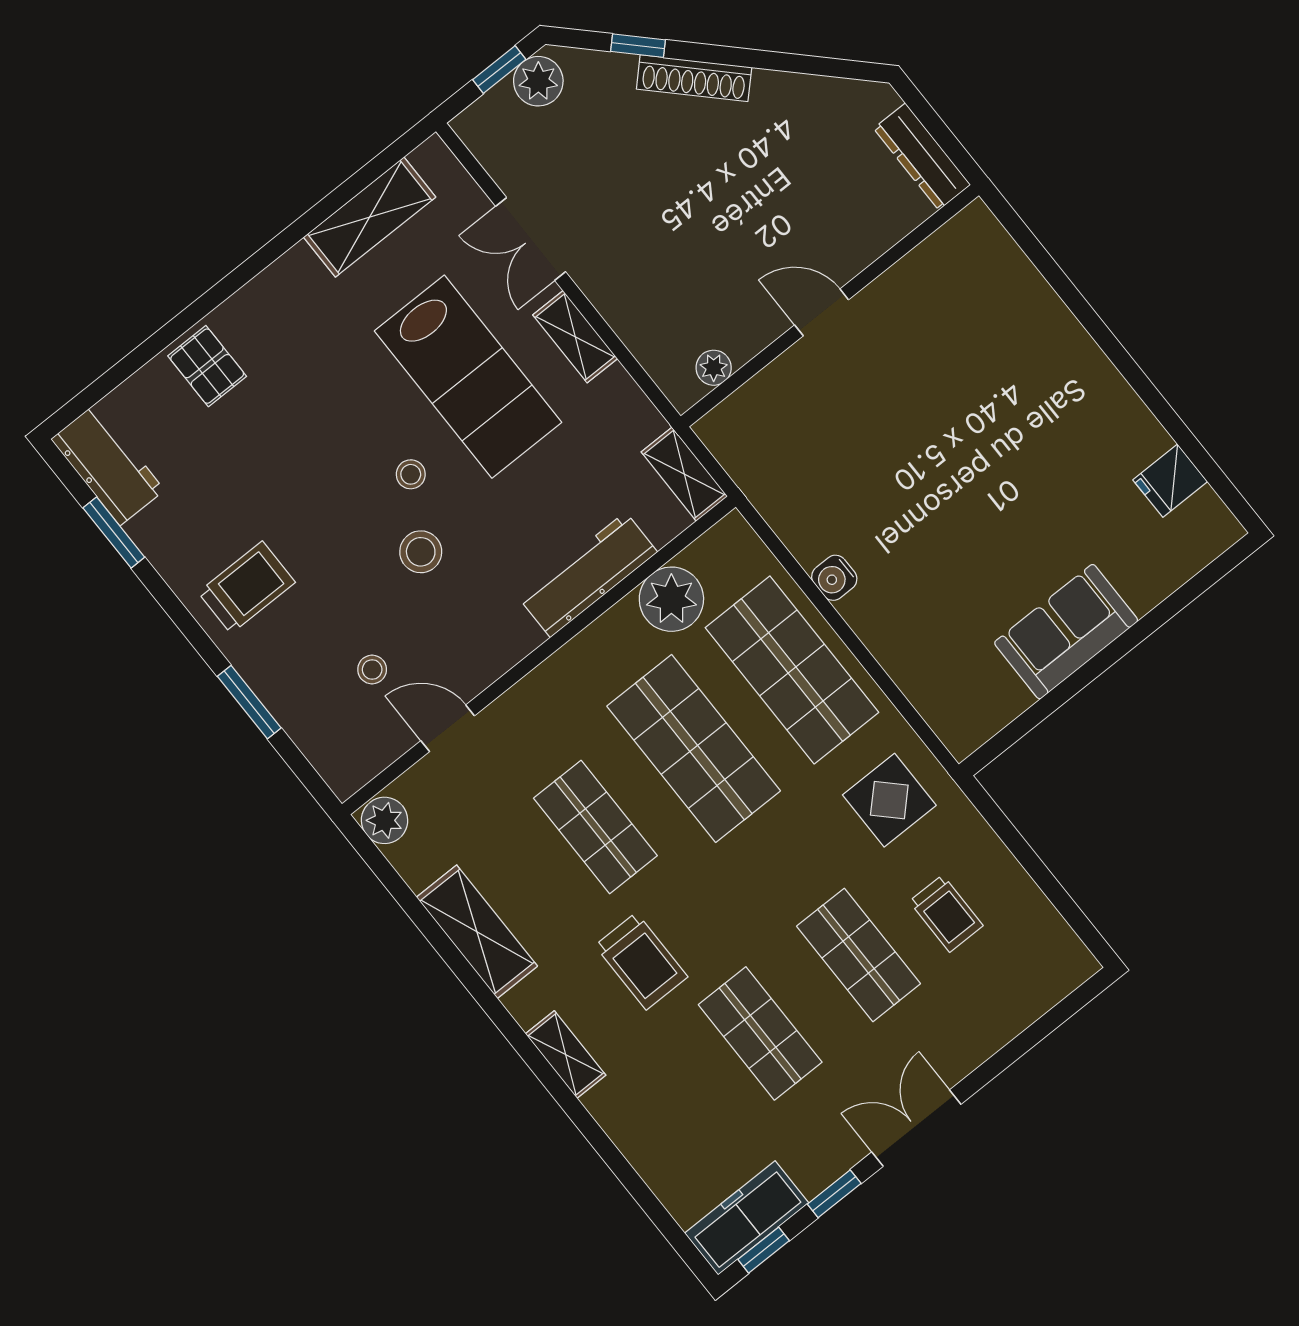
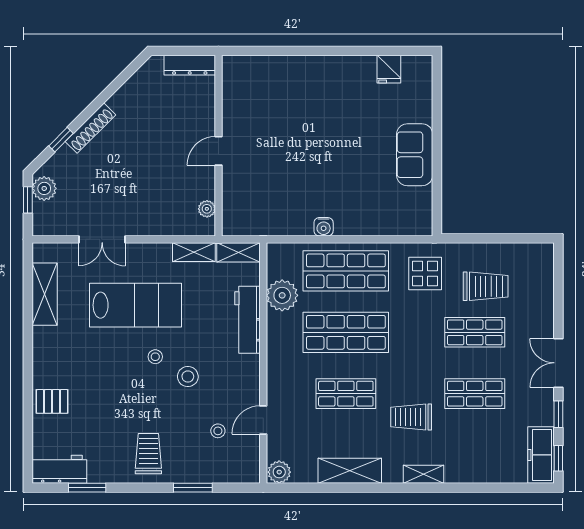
shelving: (575, 337) -> (194, 252), moved
trolley: (946, 913) -> (486, 286), width x1.36, depth x1.39
trolley: (641, 961) -> (411, 417), turned 180

